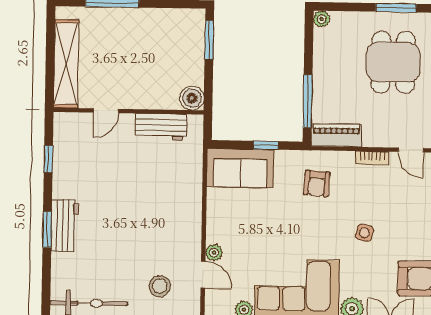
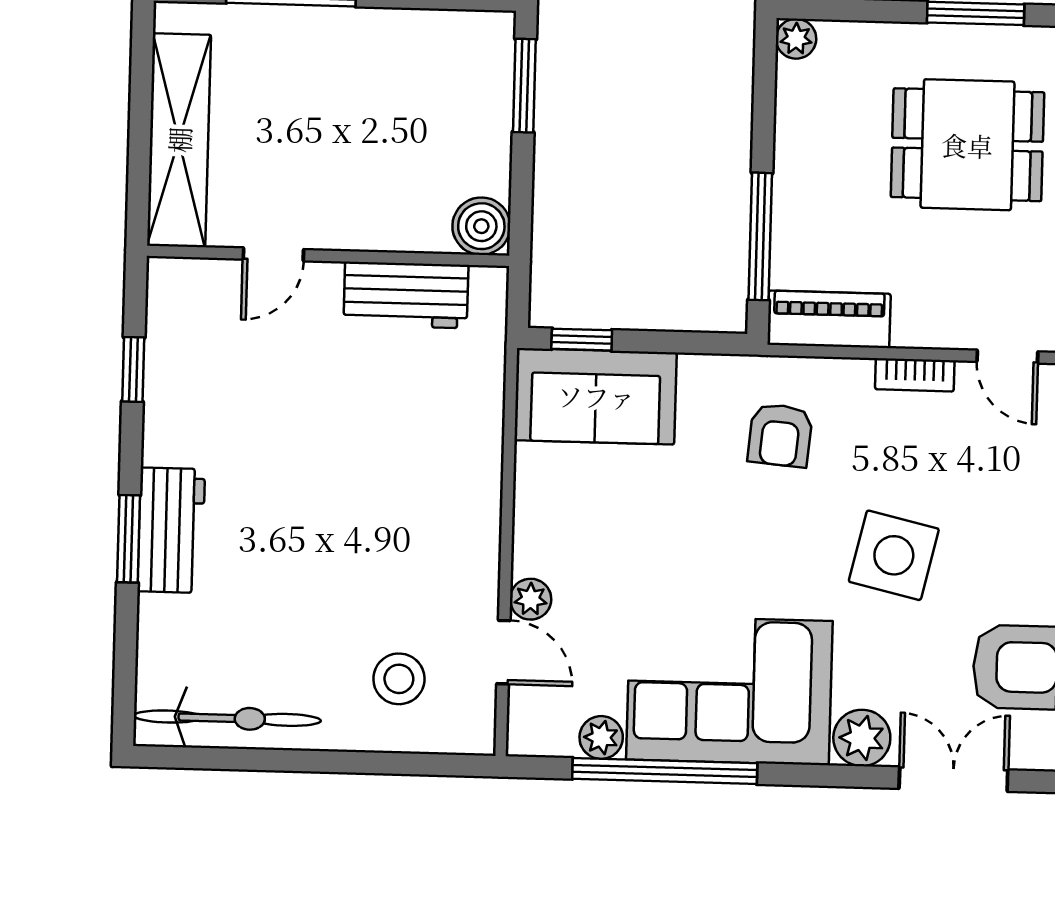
dining table: (393, 62) -> (967, 145), turned 90
window: (266, 145) -> (582, 340), moved
side table: (364, 233) -> (894, 555), width x1.87, depth x1.87

